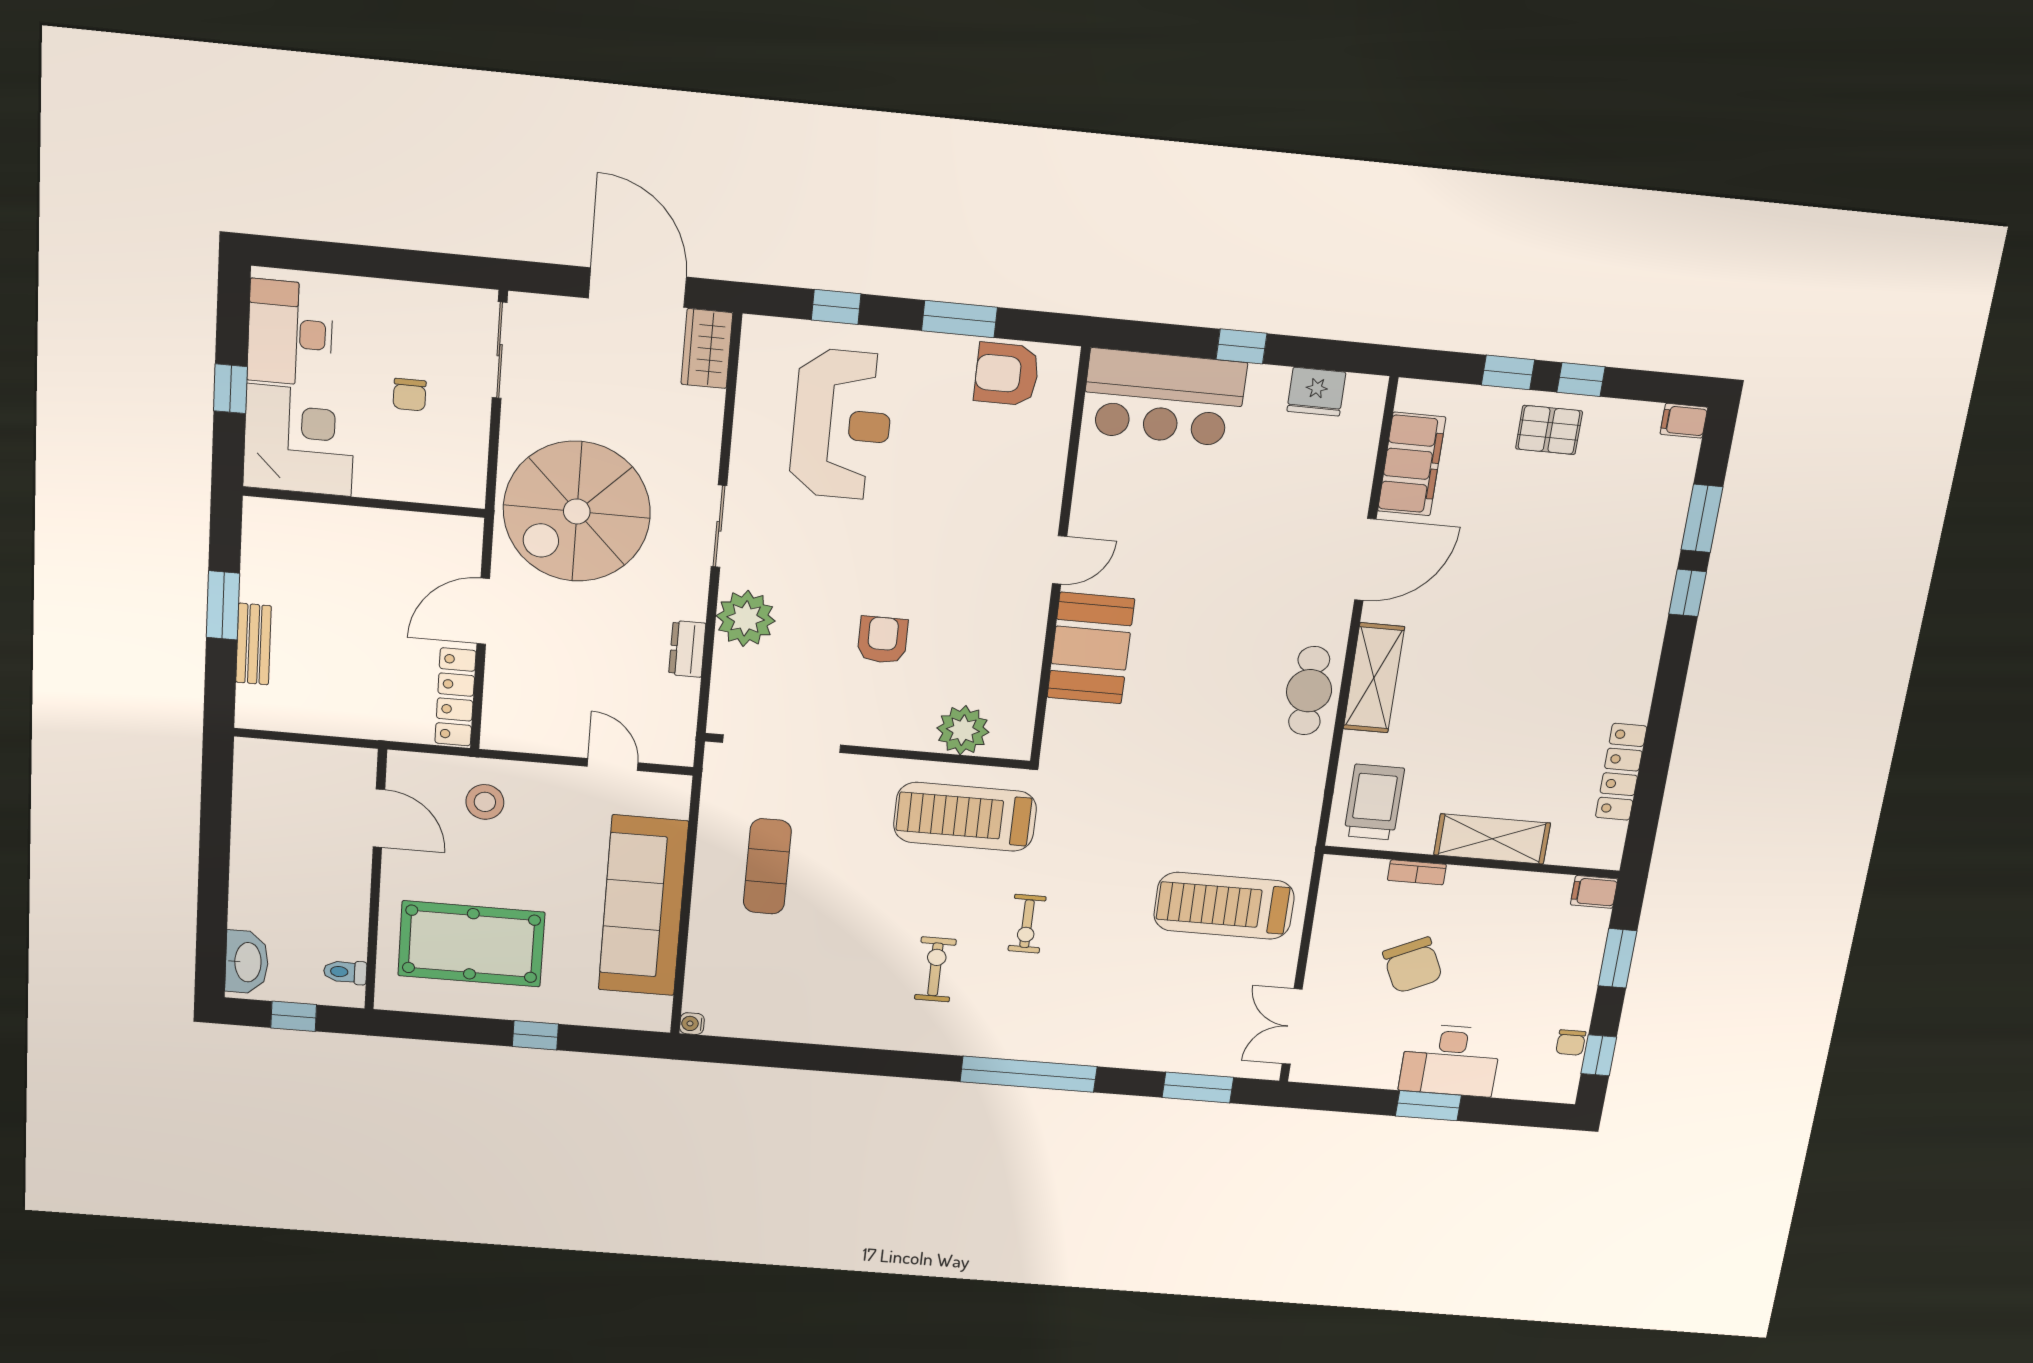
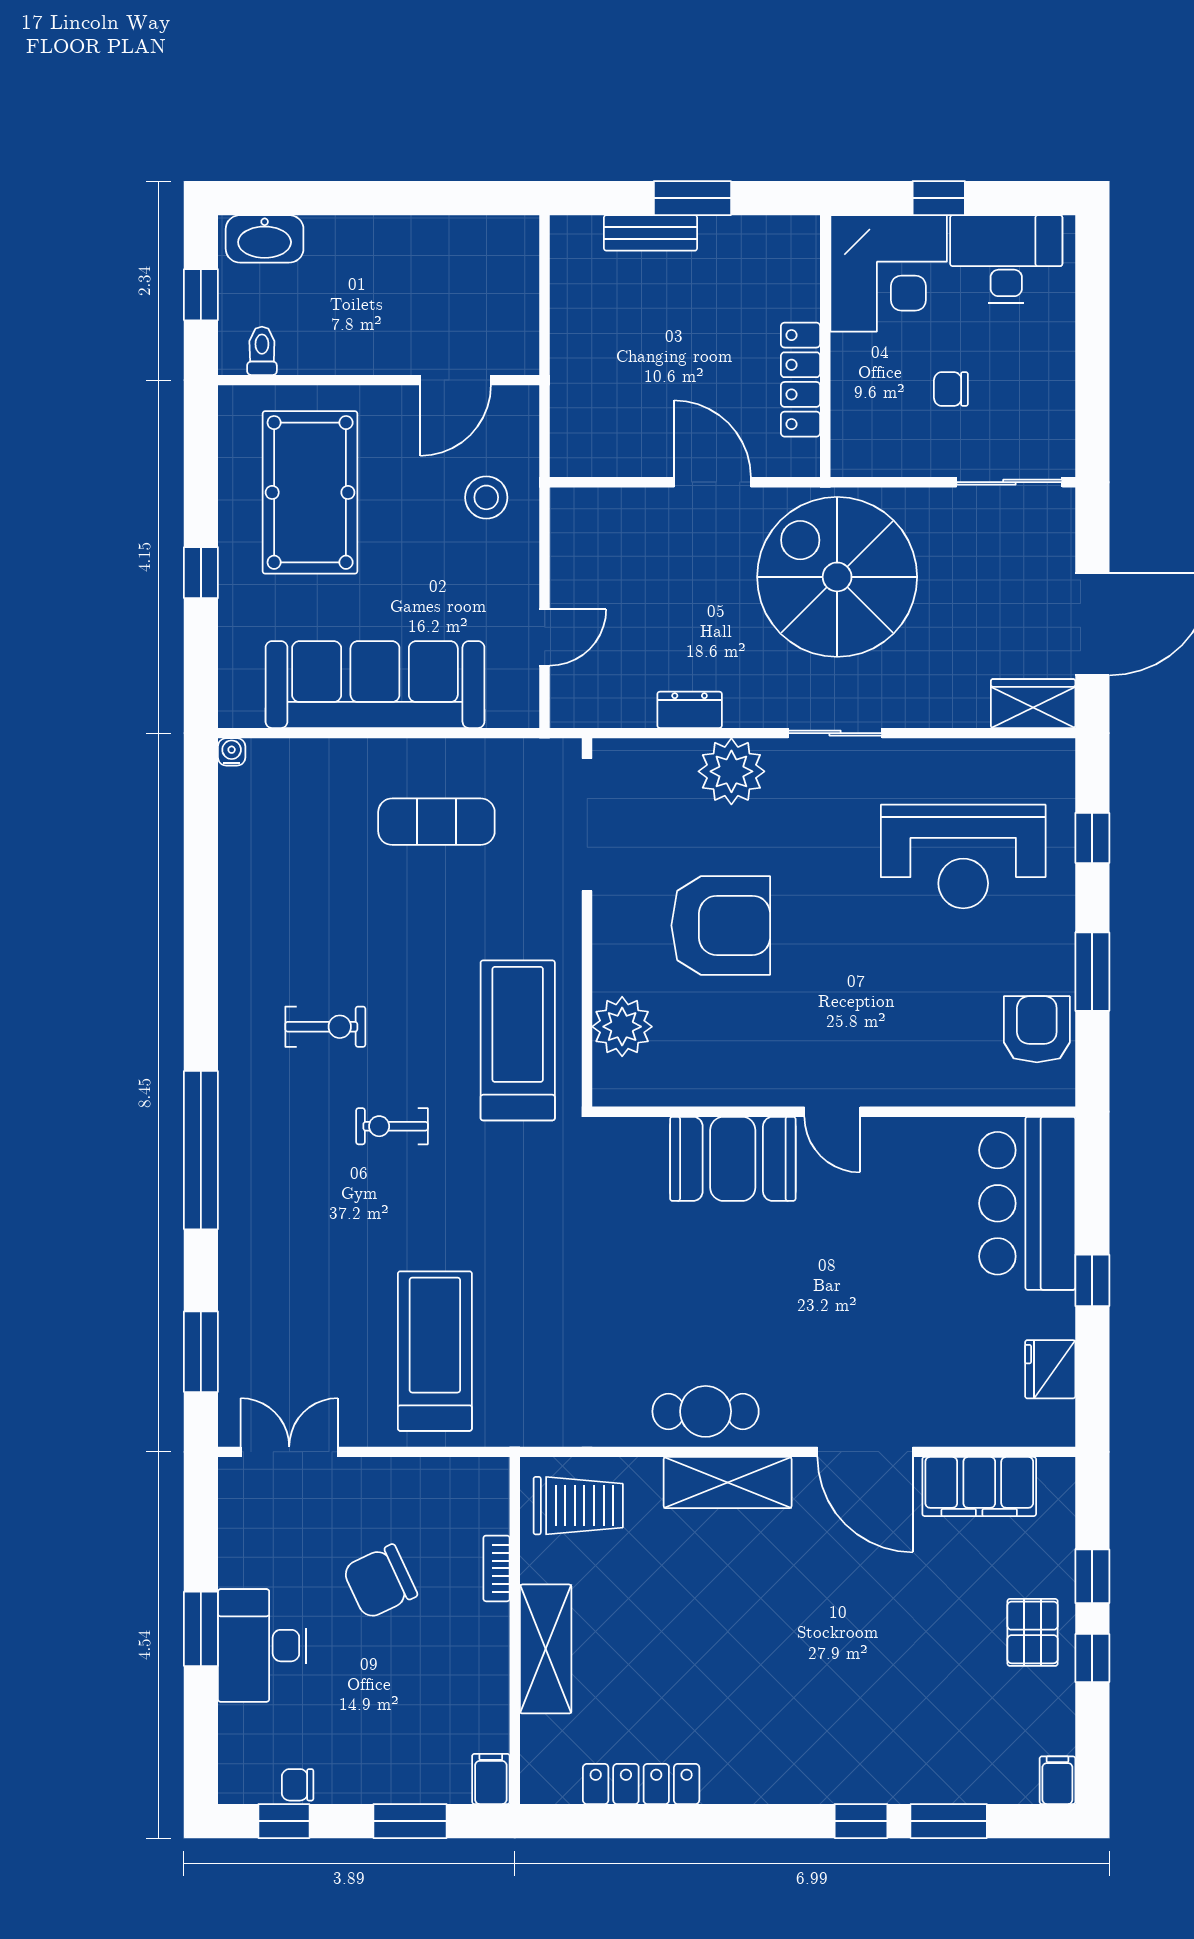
armchair: (883, 640) -> (721, 925), width x1.88, depth x1.88
locker: (455, 697) -> (800, 380), moved, turned -90

